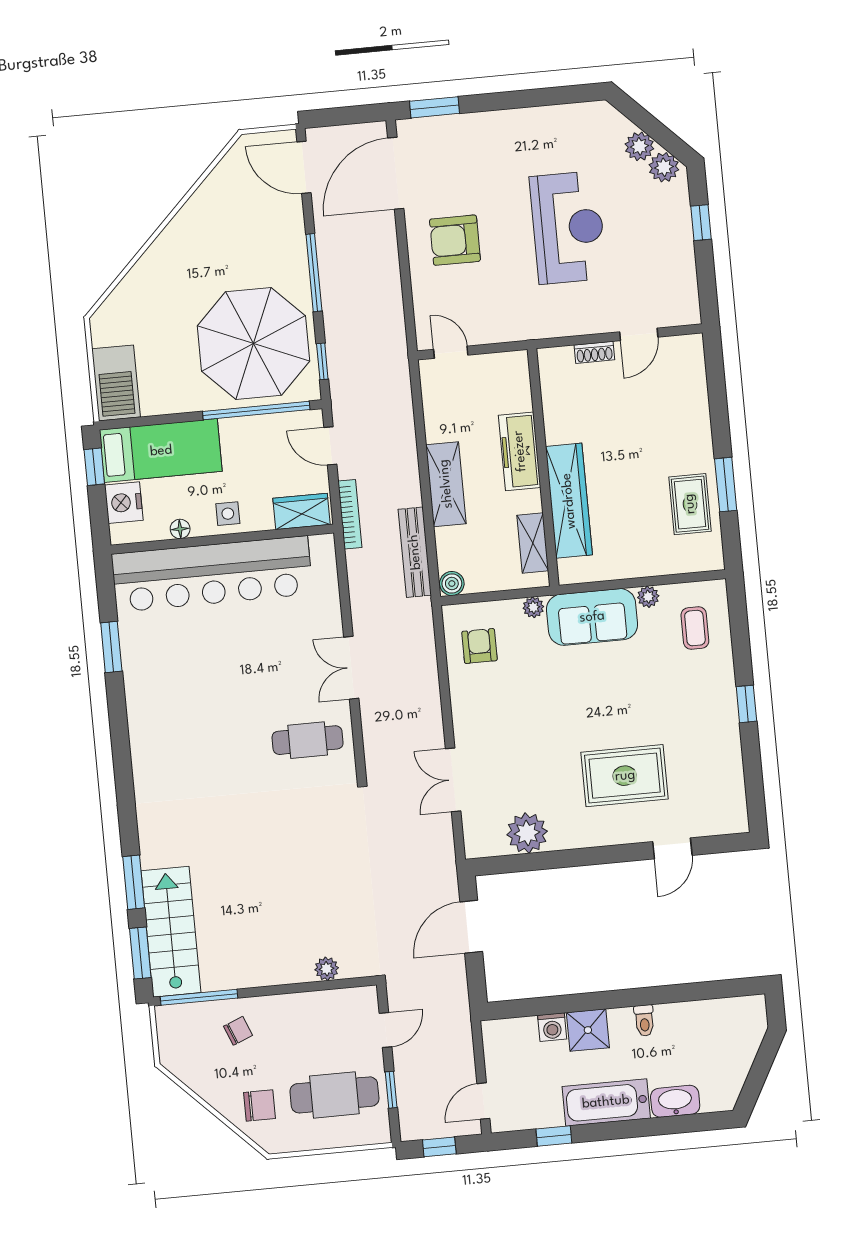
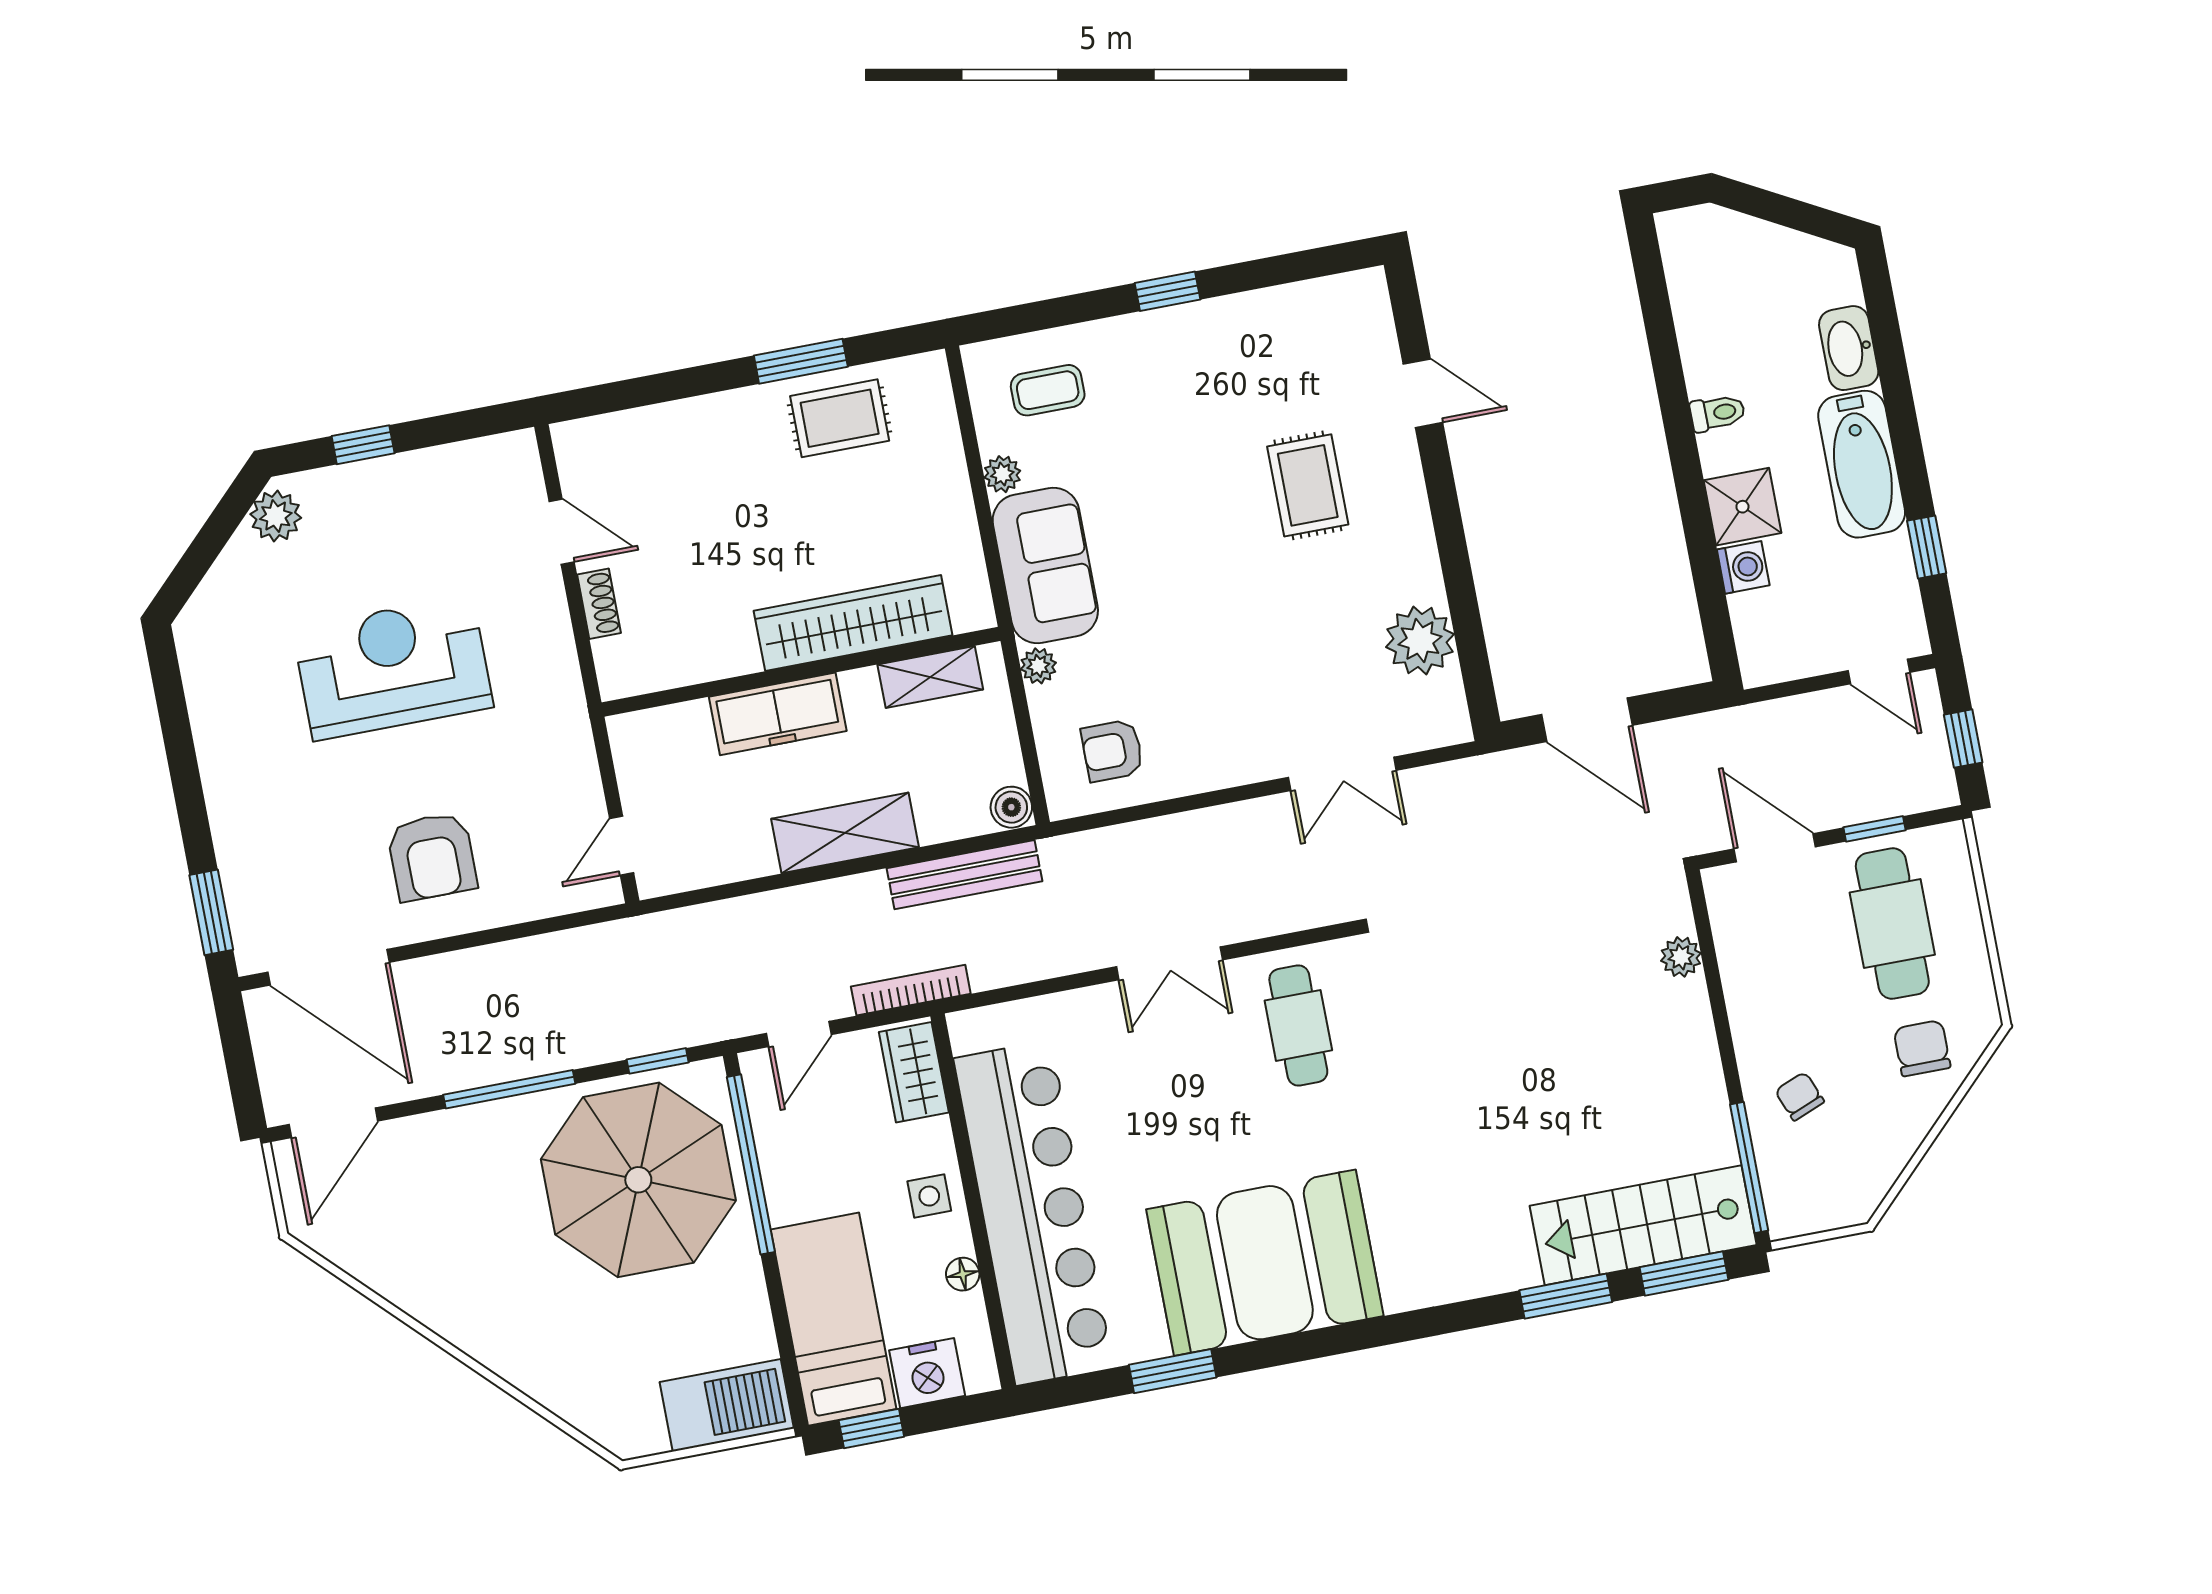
plant: (639, 146) -> (244, 561), removed
booth: (170, 707) -> (1265, 1263), added
rug: (625, 776) -> (1308, 485), width x0.73, depth x0.70
door: (385, 1030) -> (1775, 848), width x1.37

